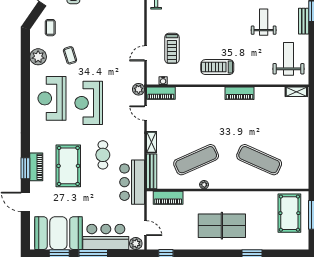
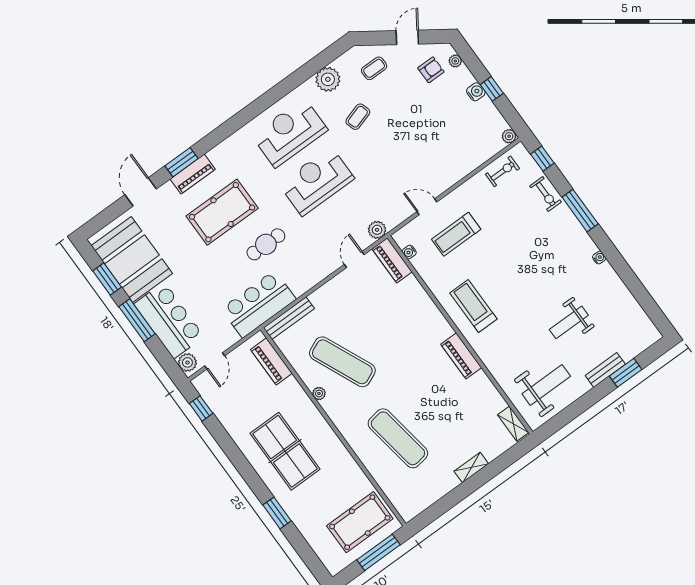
weight bench: (264, 22) -> (569, 322), turned 180
shelving: (152, 142) -> (471, 468), moved
exercise mat: (259, 160) -> (398, 438), turned -33

